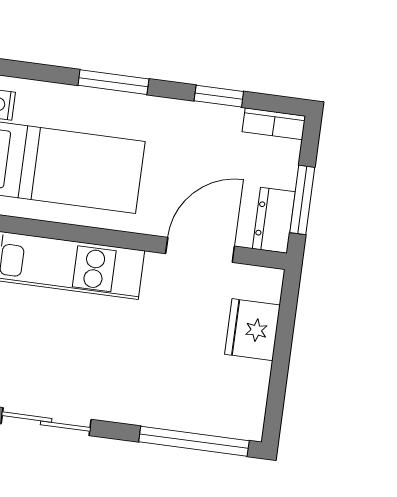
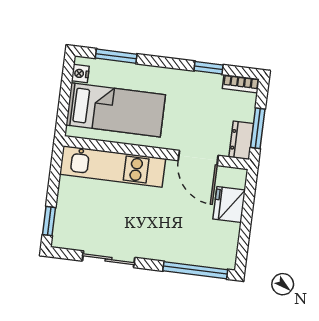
window: (113, 82) -> (116, 56), moved
door: (200, 250) -> (198, 158), swing flipped

